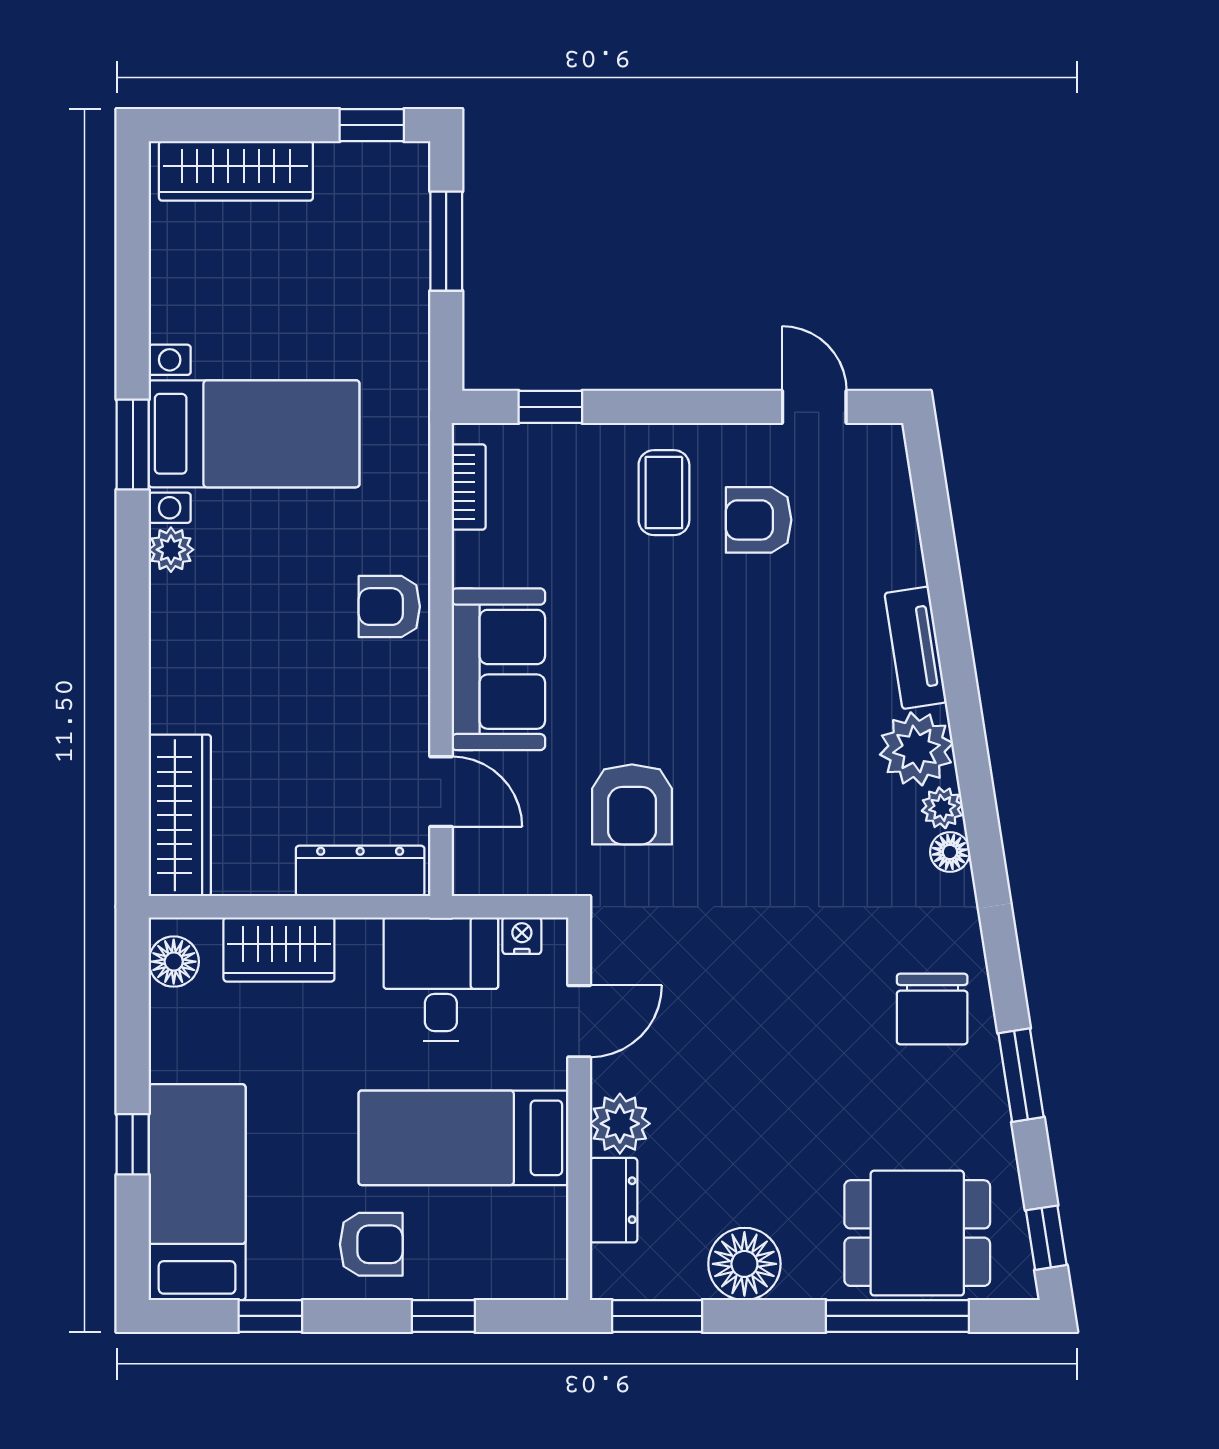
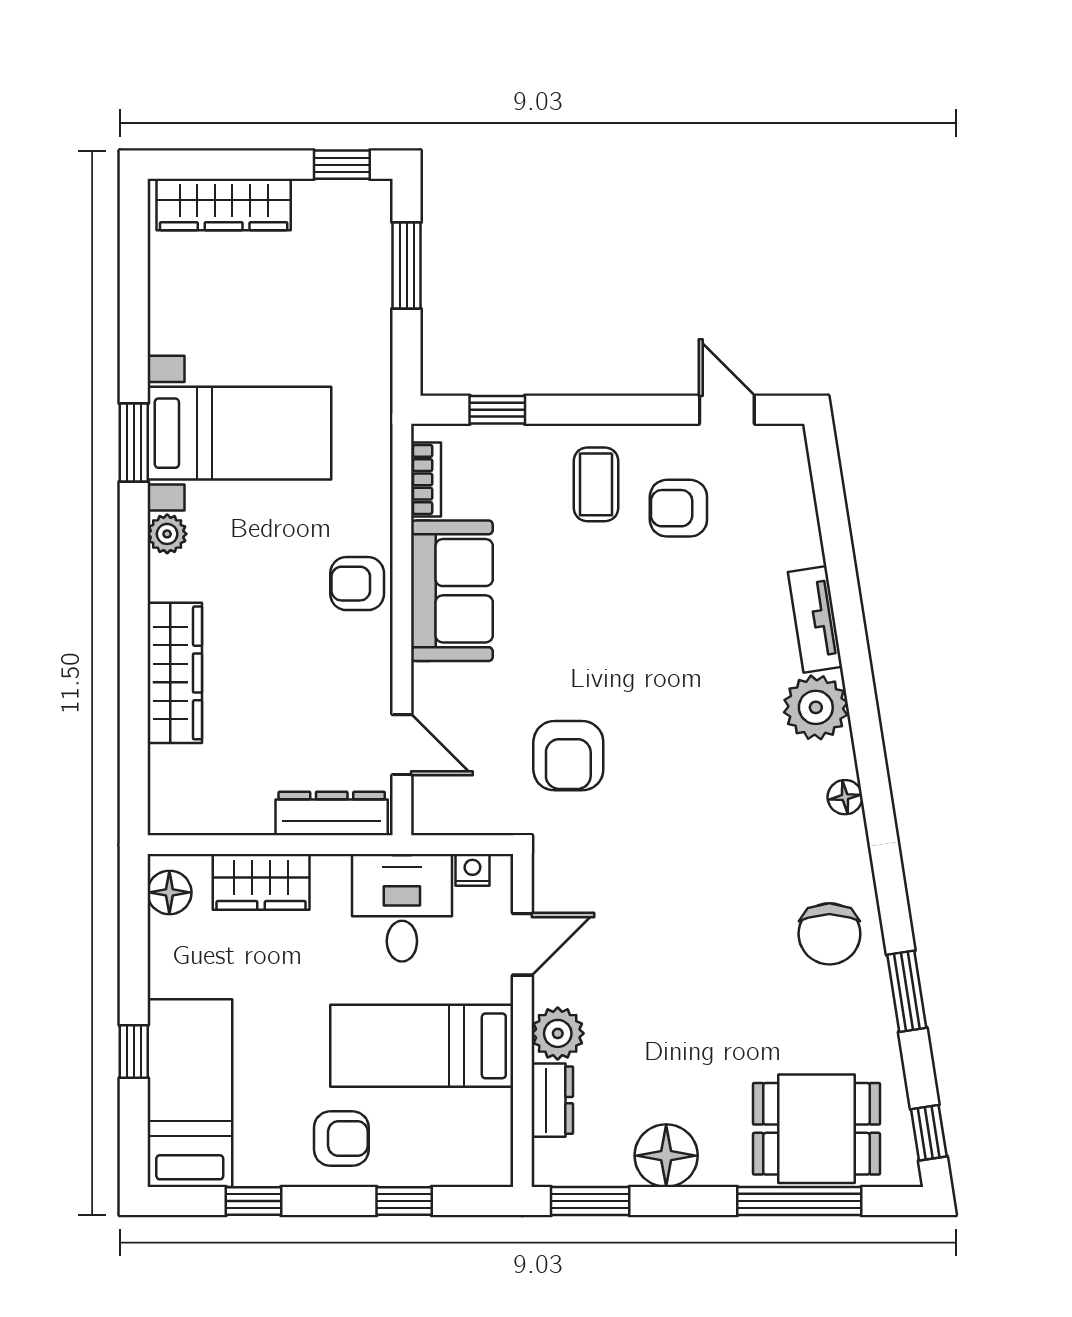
sofa: (498, 669) -> (452, 591), moved
plant: (942, 808) -> (838, 759), removed
wardrobe: (180, 815) -> (175, 673), moved

